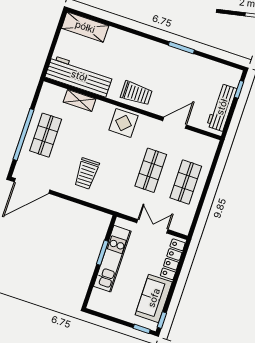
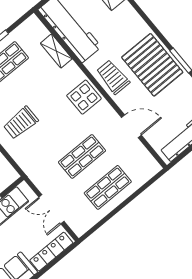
pallet: (161, 65) -> (152, 65), added
trolley: (136, 93) -> (113, 77), turned 180
double door: (152, 226) -> (51, 209), swing flipped

